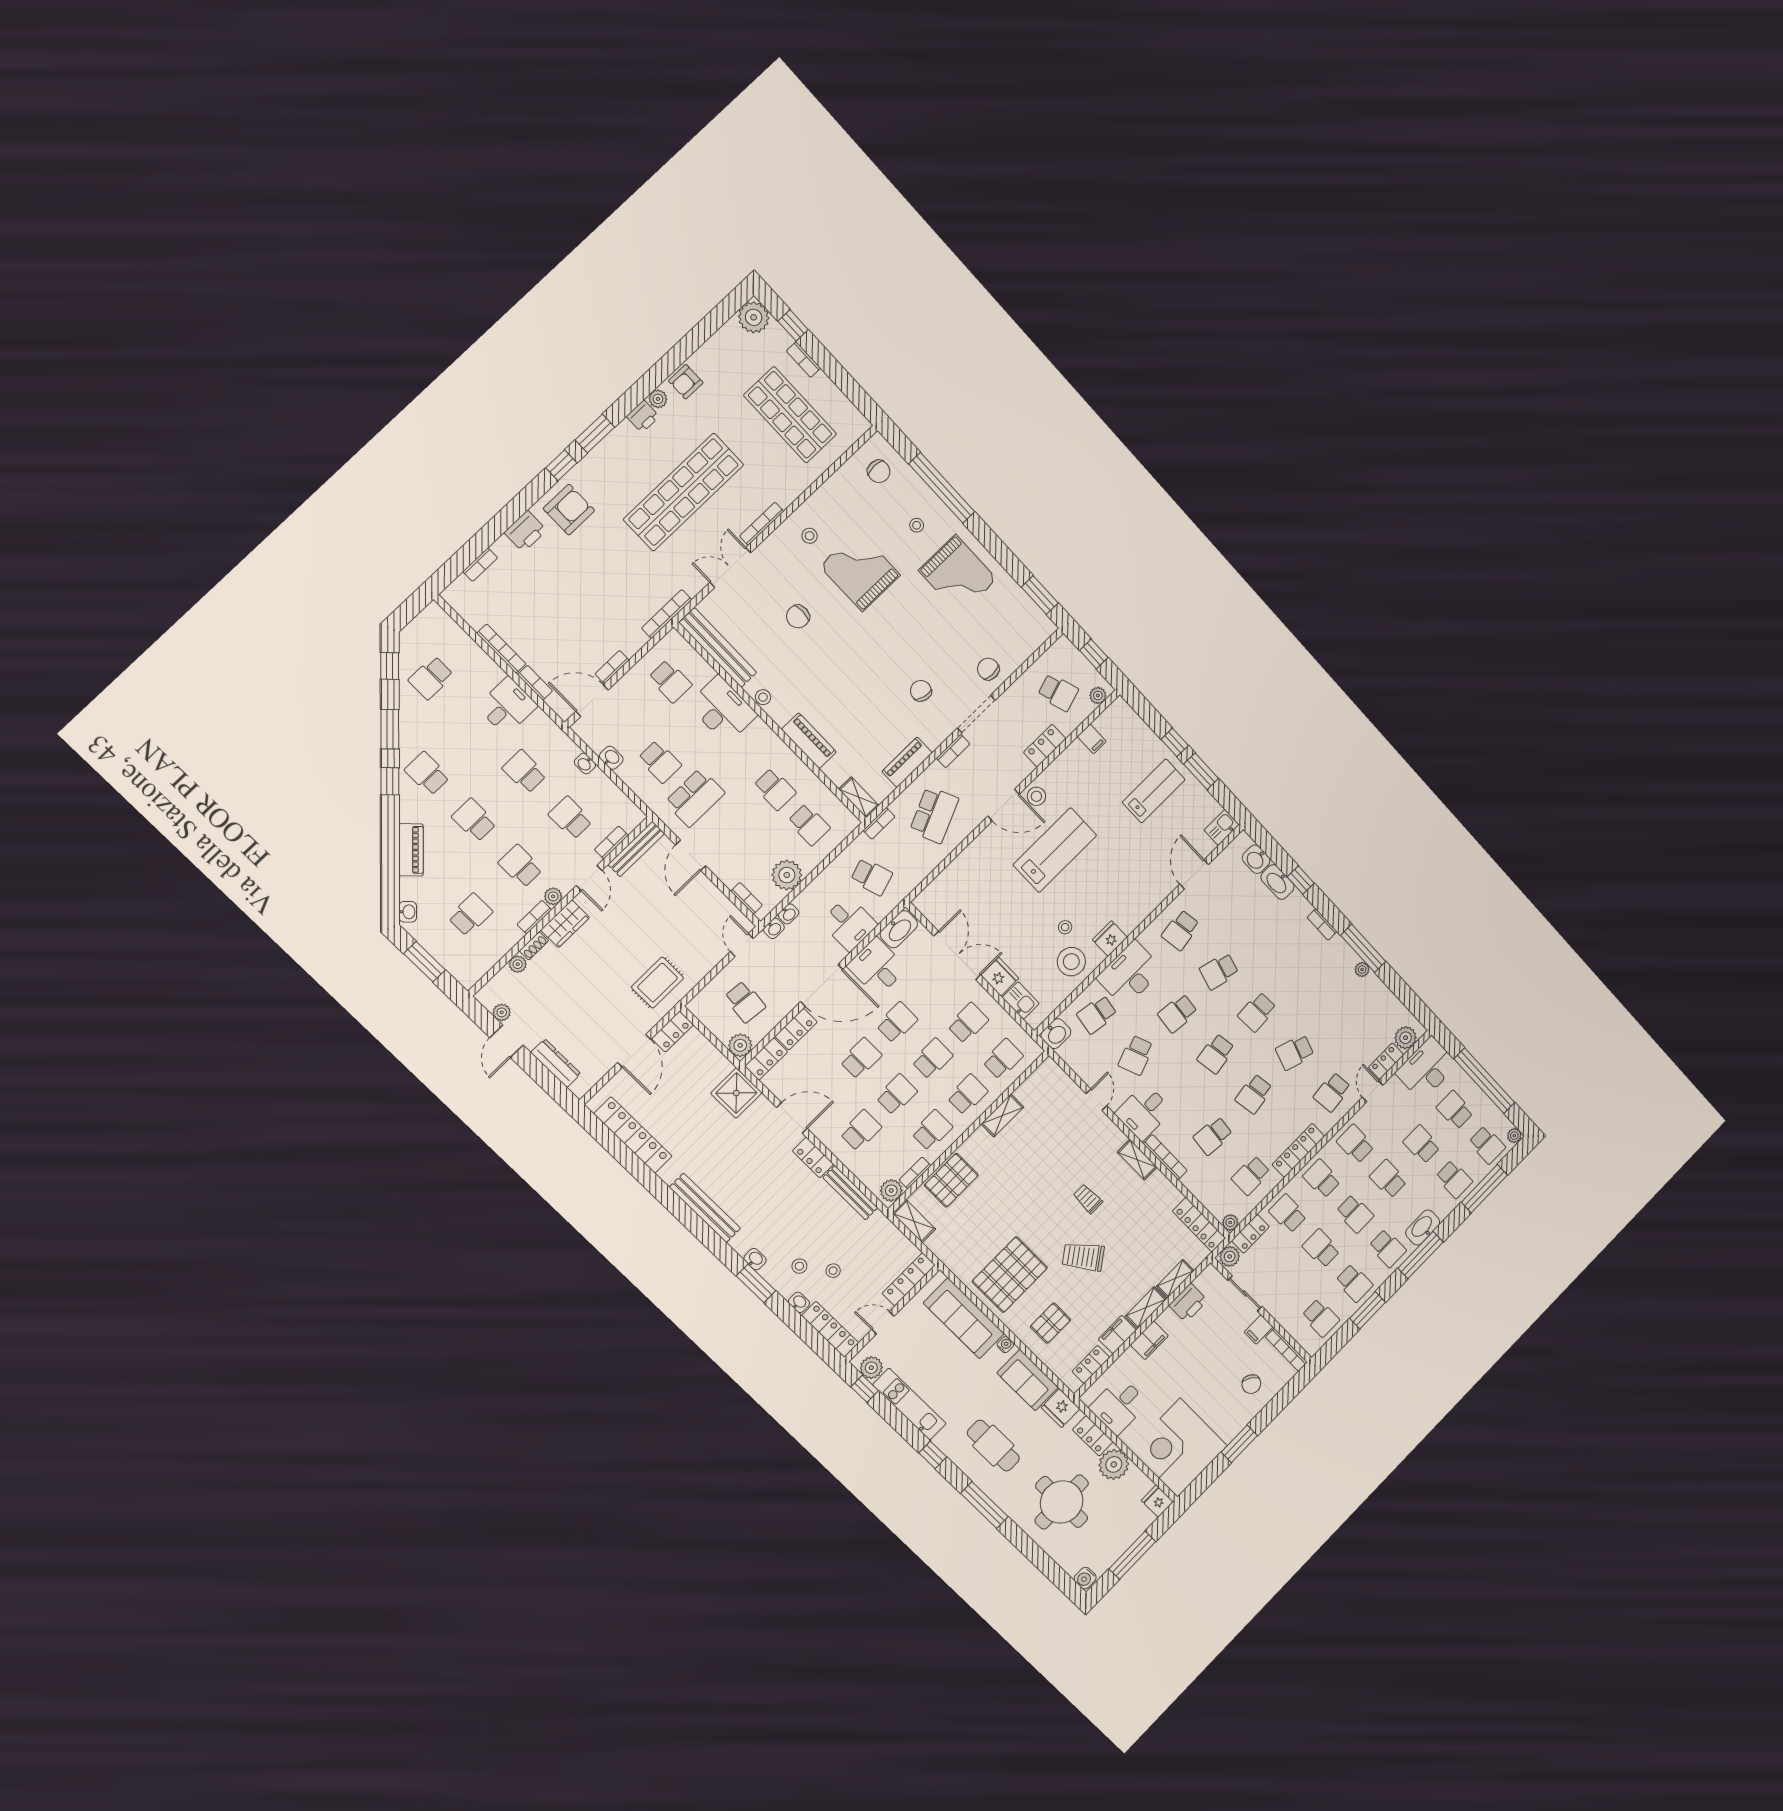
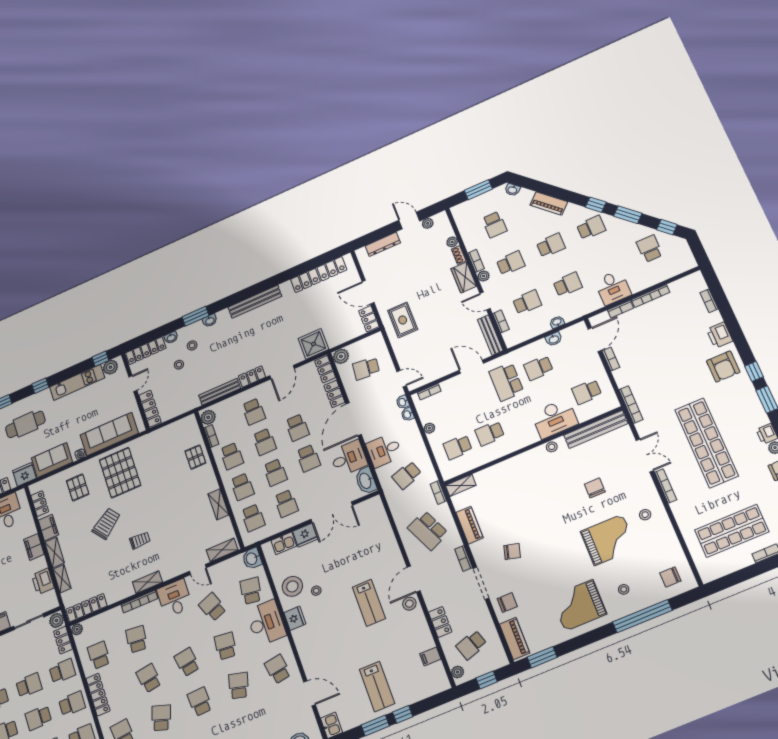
piano: (809, 741) -> (515, 639), moved, turned -90
lab bench: (1055, 850) -> (369, 603), width x0.73, depth x0.72
plant: (787, 875) -> (429, 428), width x0.53, depth x0.53
pallet: (951, 1180) -> (195, 457), width x0.67, depth x0.71
shelving: (914, 1221) -> (222, 550), moved

